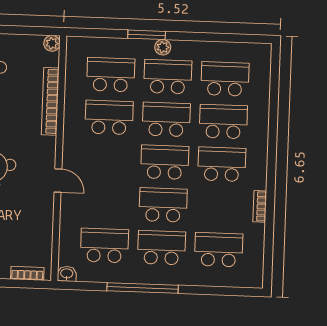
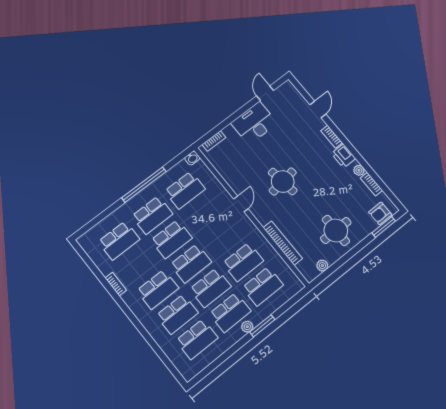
plant: (52, 43) -> (322, 266), moved
door: (58, 181) -> (241, 204), swing flipped

